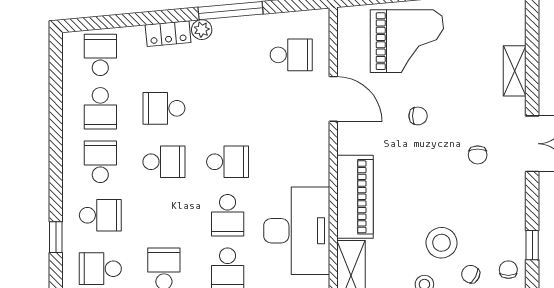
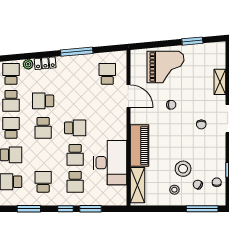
plant: (202, 30) -> (28, 64), moved
school desk: (291, 55) -> (107, 74), turned -90
school desk: (164, 162) -> (43, 128), turned 90

